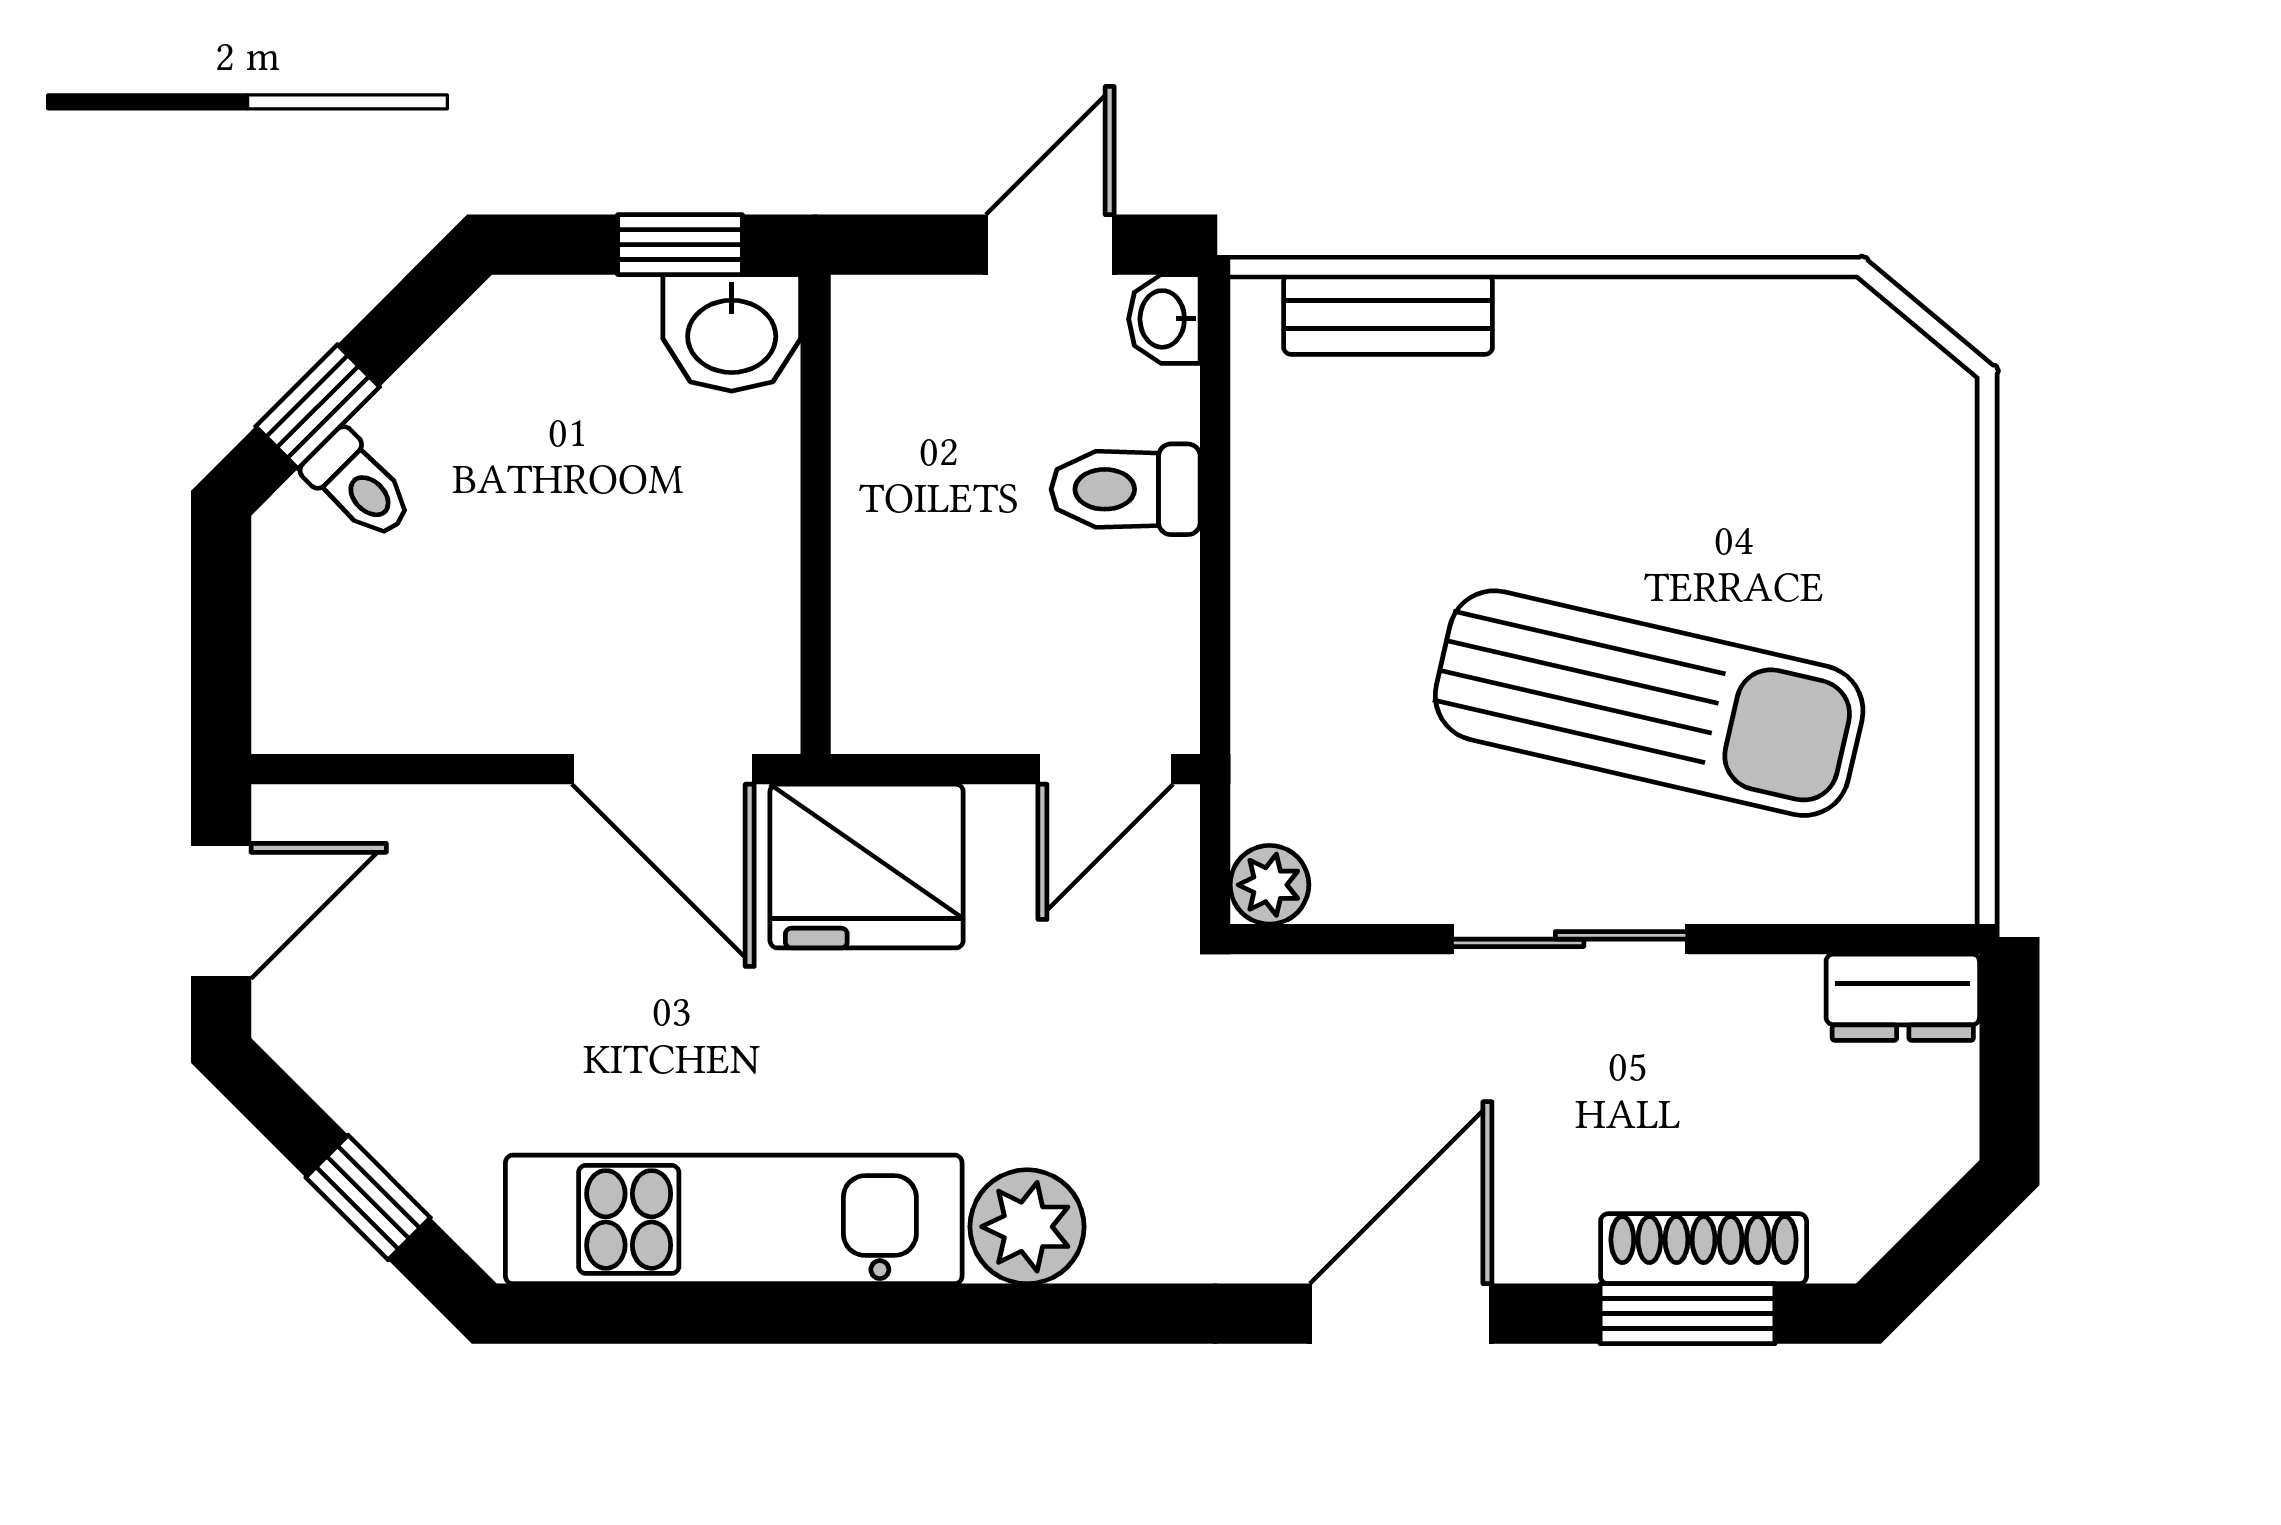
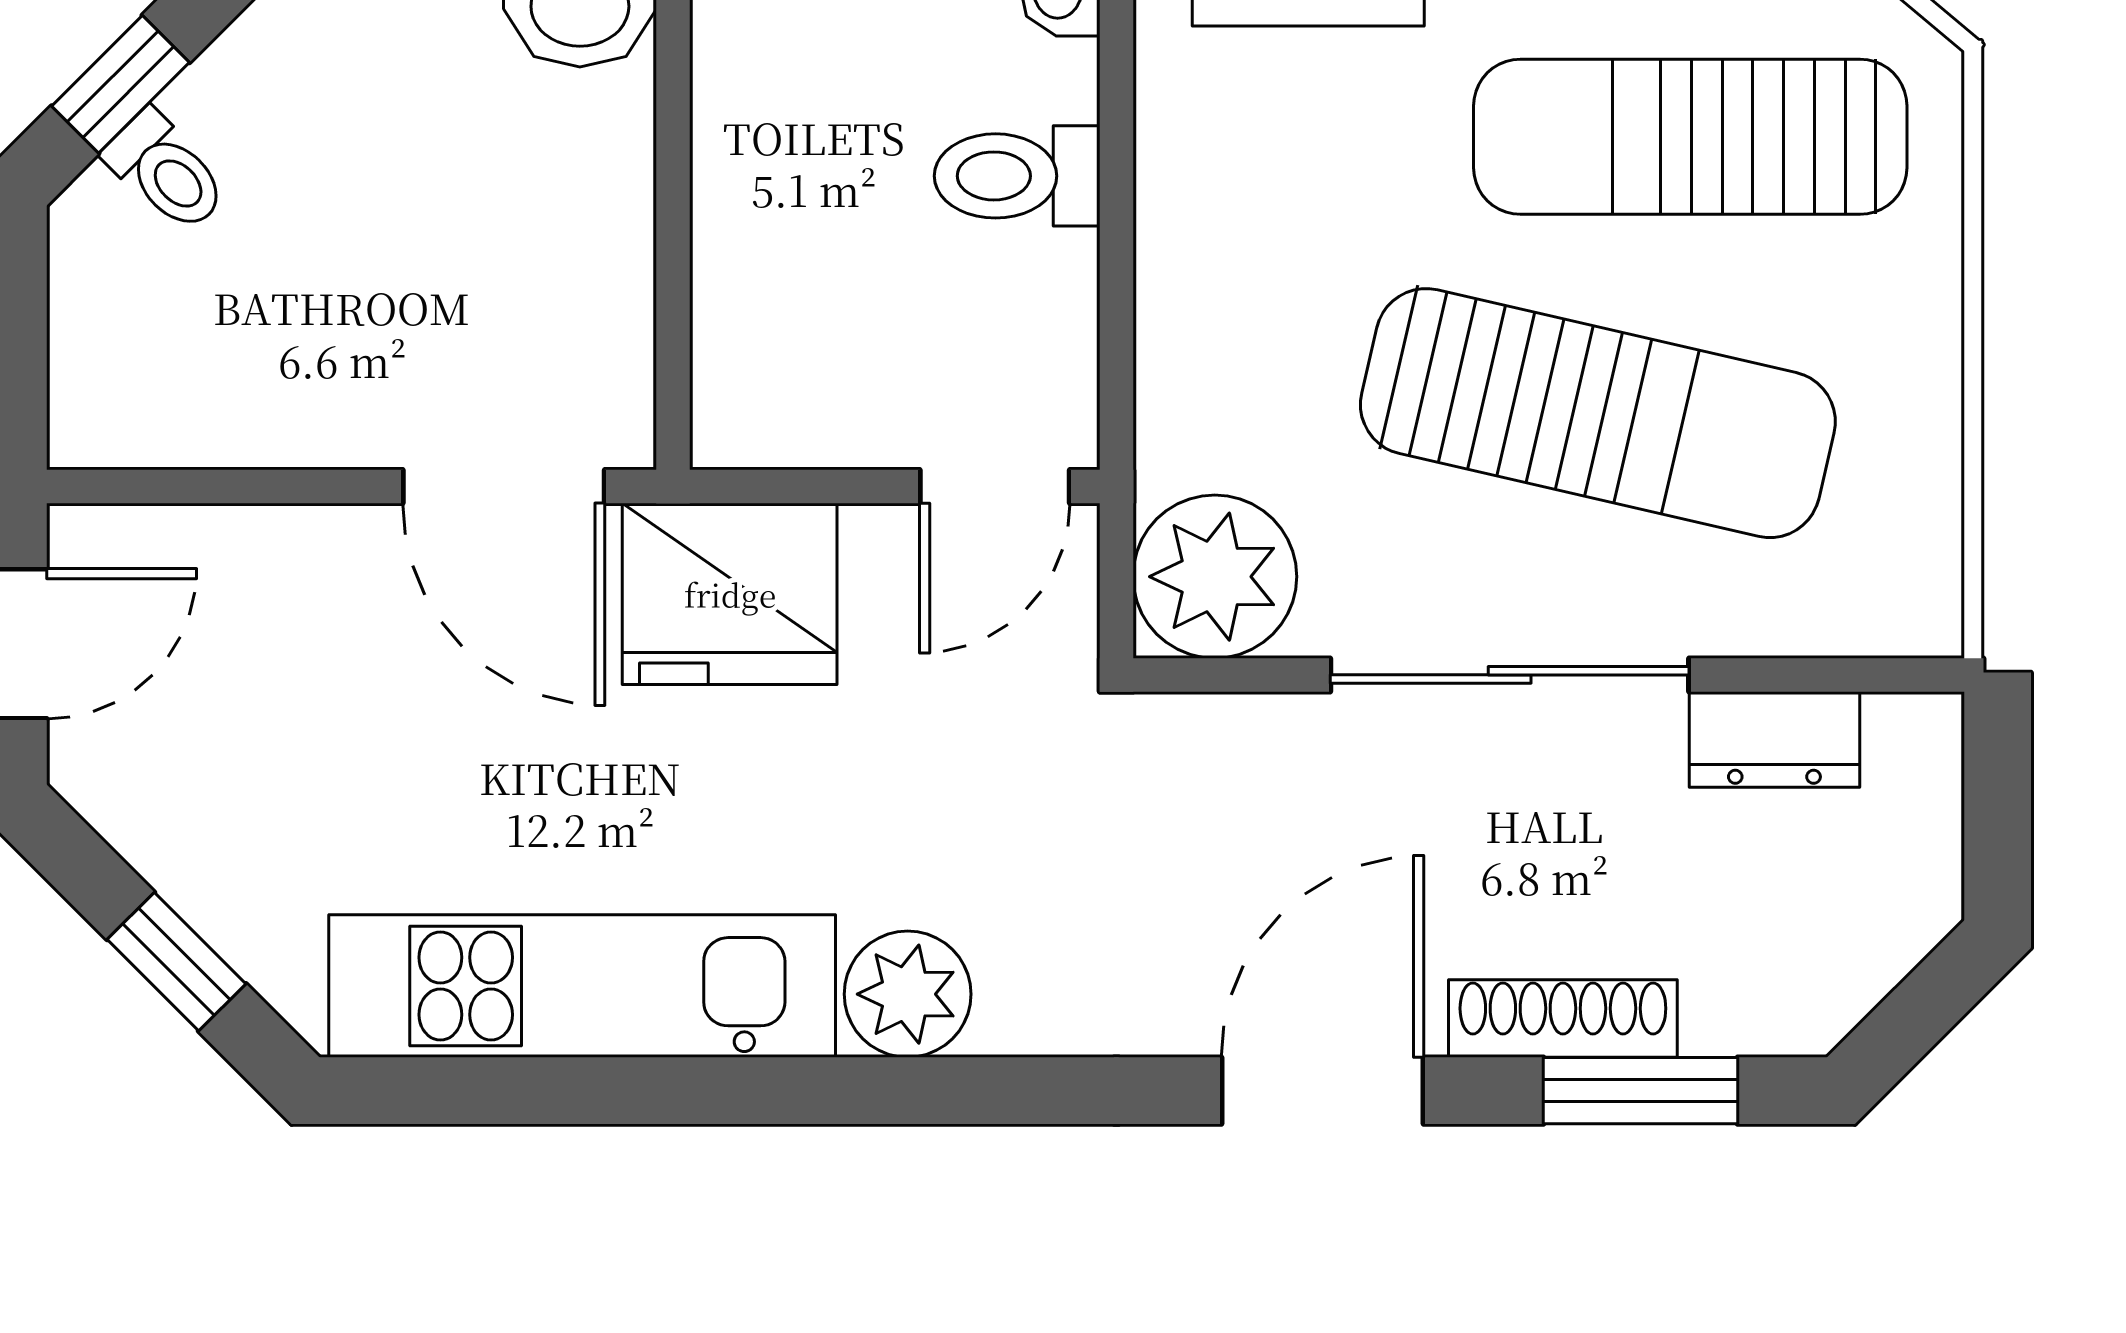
sun lounger: (1732, 454) -> (1690, 137), added
plant: (1269, 885) -> (1215, 577), width x1.87, depth x1.87
sliding door: (1570, 939) -> (1510, 675), width x1.37
dresser: (1903, 997) -> (1774, 739), moved
shoe rack: (1704, 1249) -> (1563, 1019), moved

